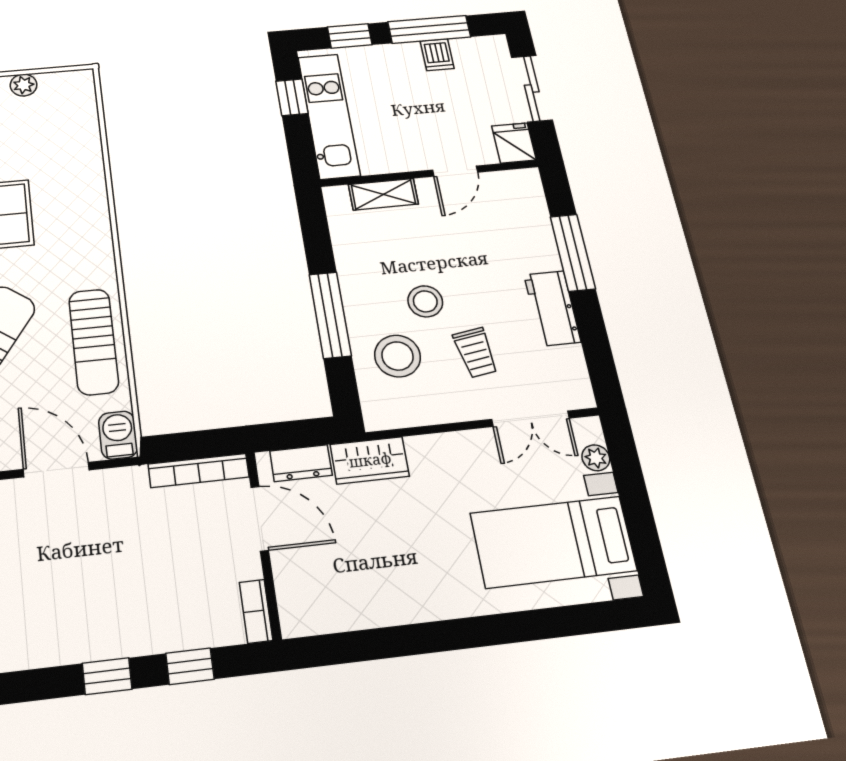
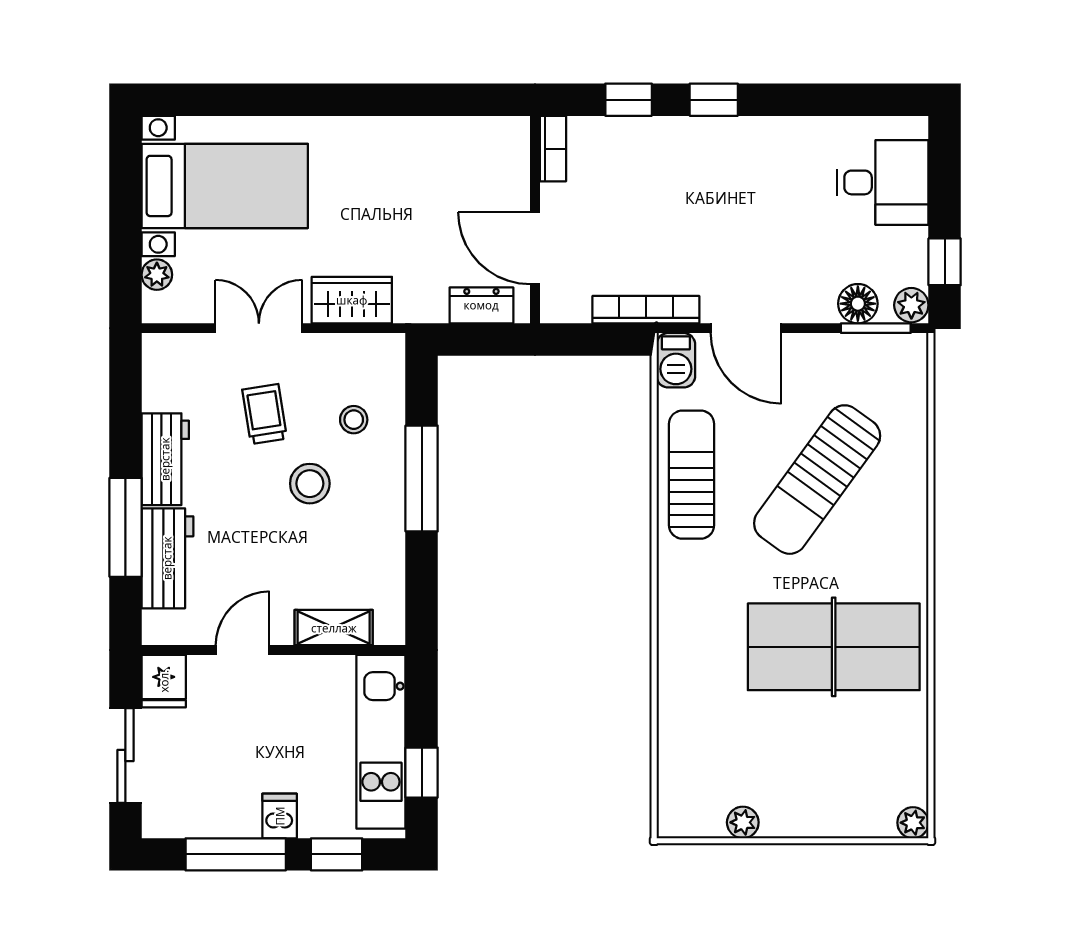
dishwasher: (437, 55) -> (280, 816), moved
workbench: (532, 233) -> (167, 558), added
stool: (398, 356) -> (354, 420), width x0.53, depth x0.53
double door: (531, 419) -> (259, 328), moved
wardrobe: (370, 460) -> (352, 300), moved
bookcase: (199, 471) -> (646, 310), moved

